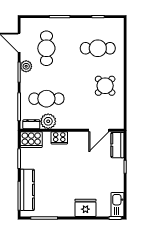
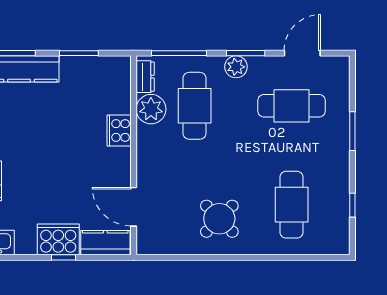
plant: (26, 66) -> (236, 67), moved
cooker: (31, 140) -> (58, 239), moved, turned 90

